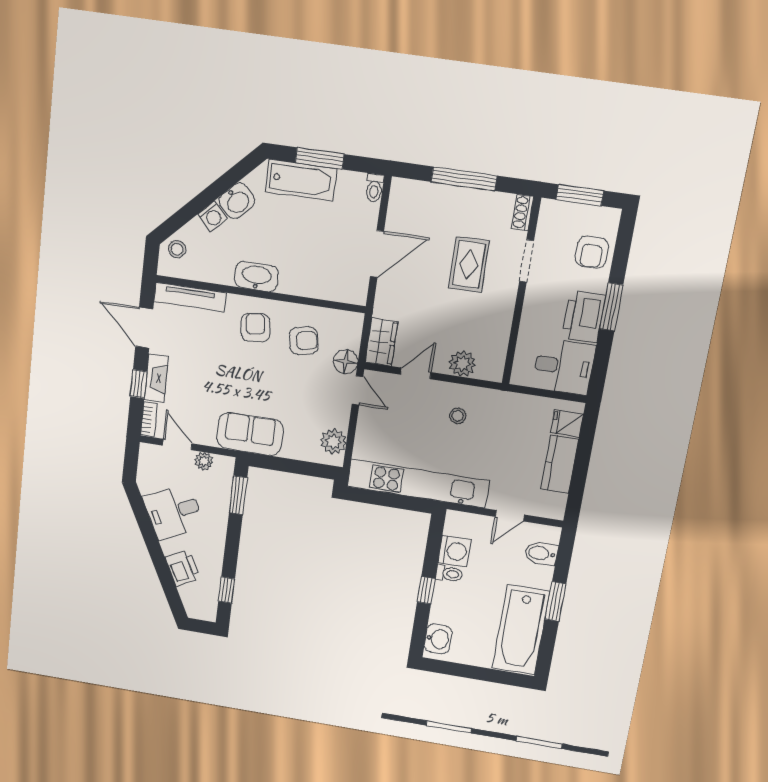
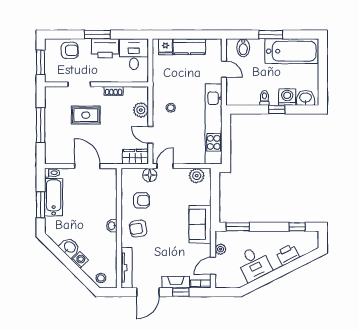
bathtub: (301, 180) -> (54, 197), moved
shoe rack: (523, 213) -> (113, 91), moved
washbasin: (256, 277) -> (112, 226), width x0.52, depth x0.69
armchair: (303, 341) -> (142, 200), turned 101
washing machine: (454, 551) -> (287, 97), moved

